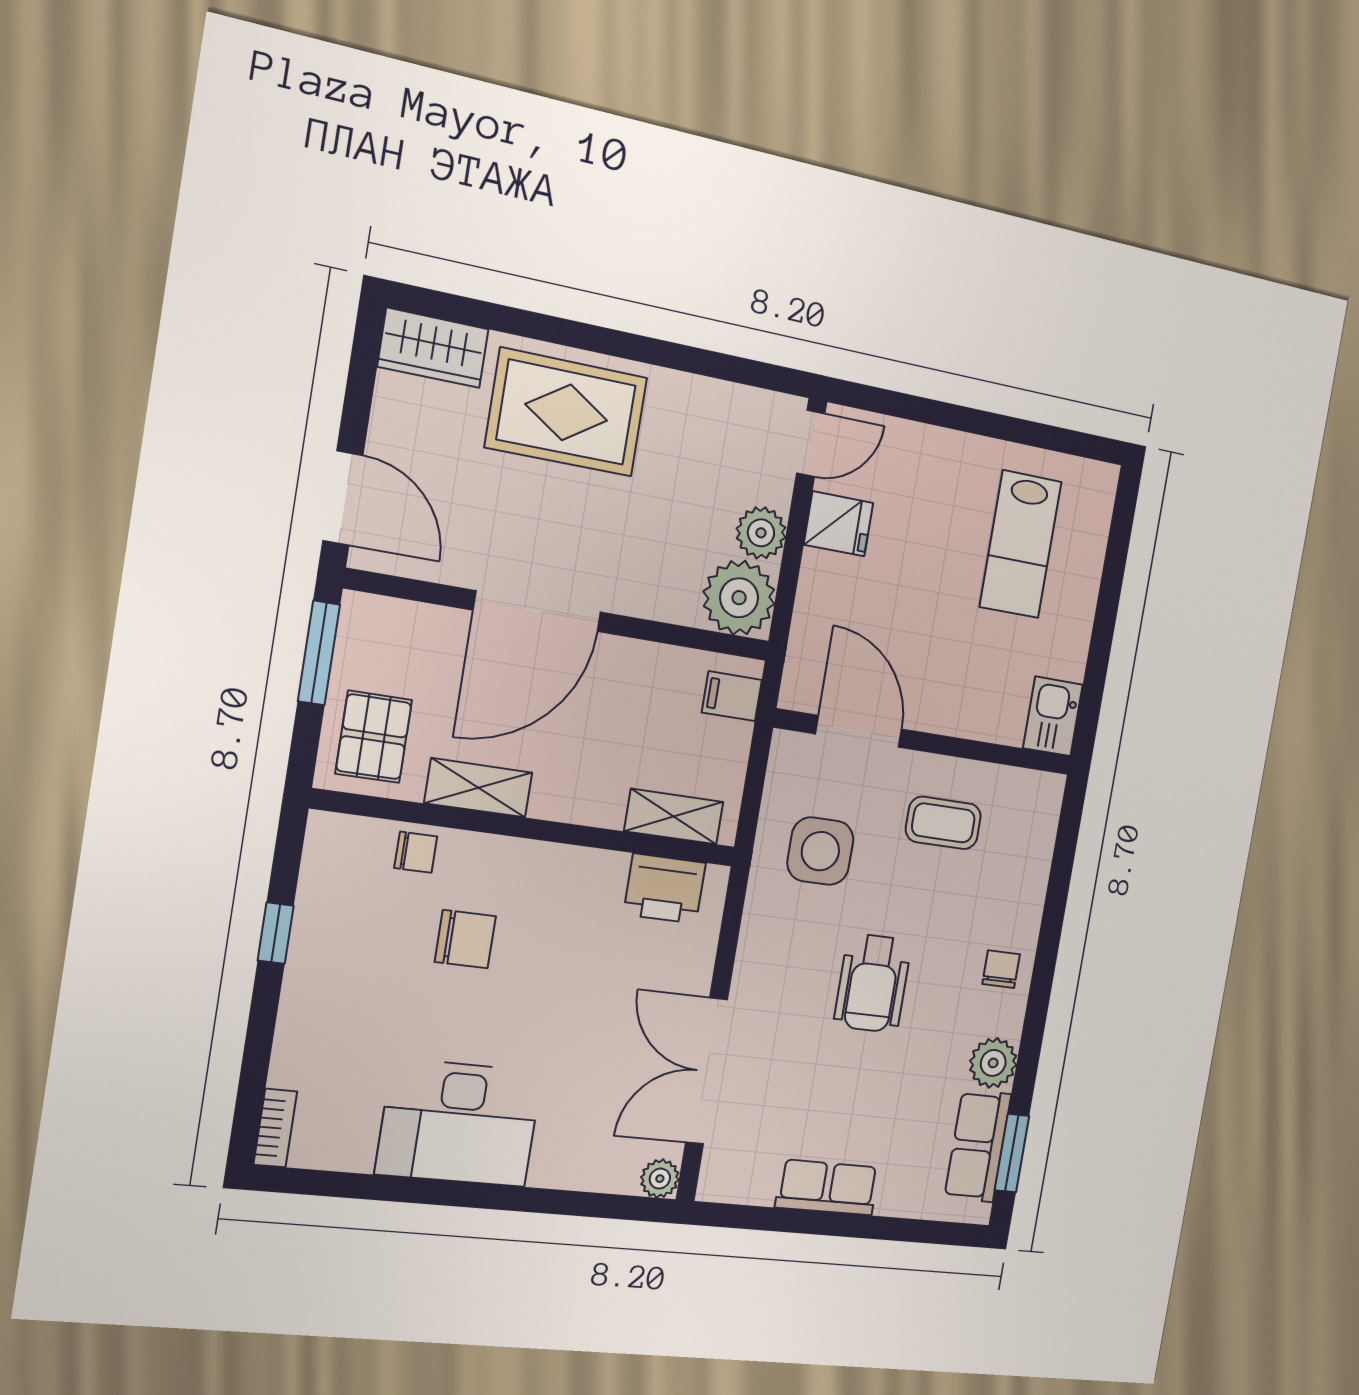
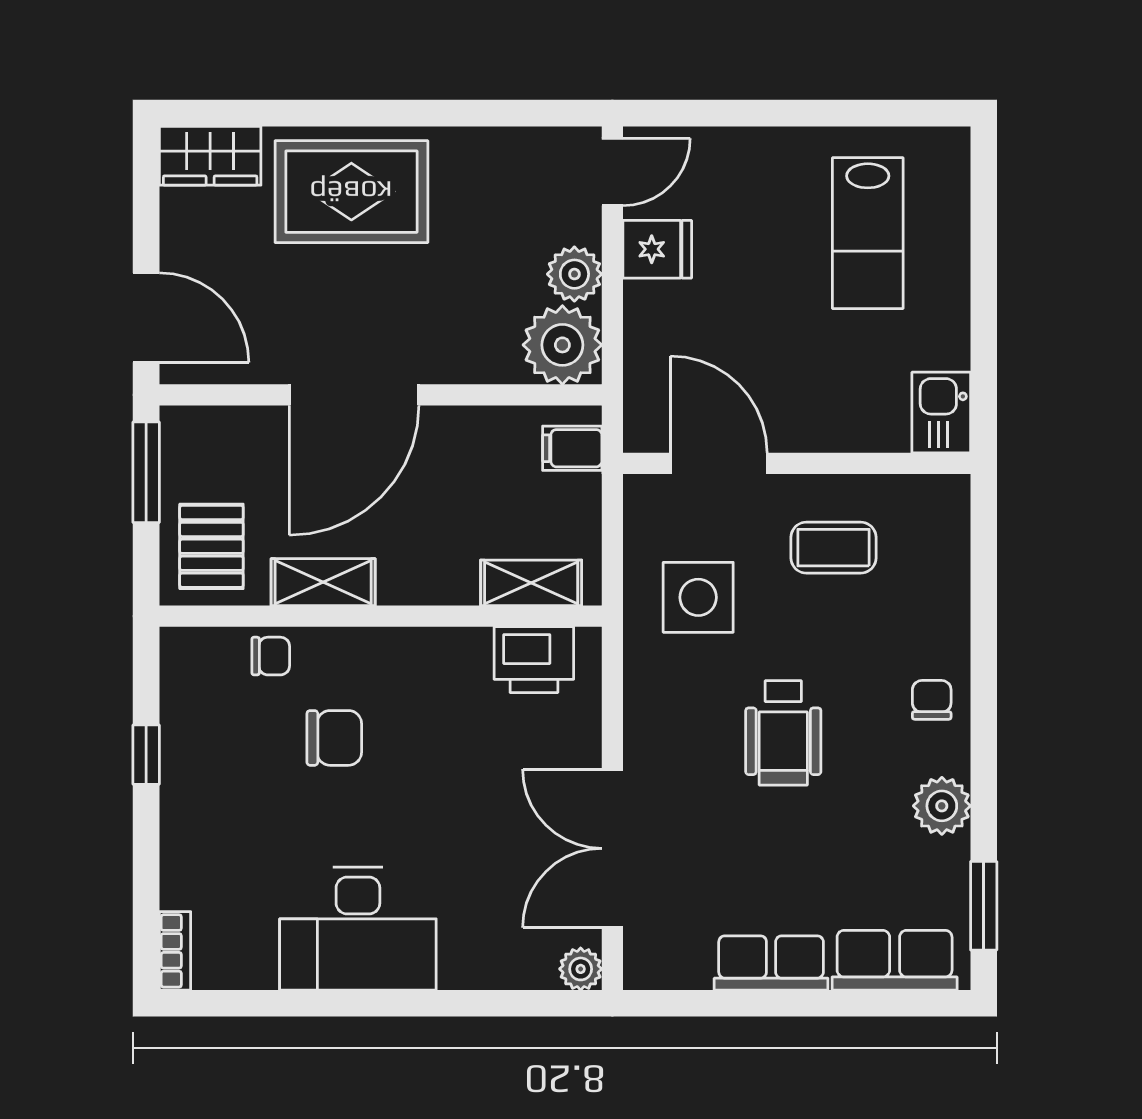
row of seats: (978, 1146) -> (895, 960), moved, turned 90

